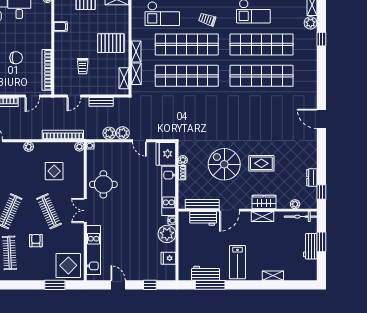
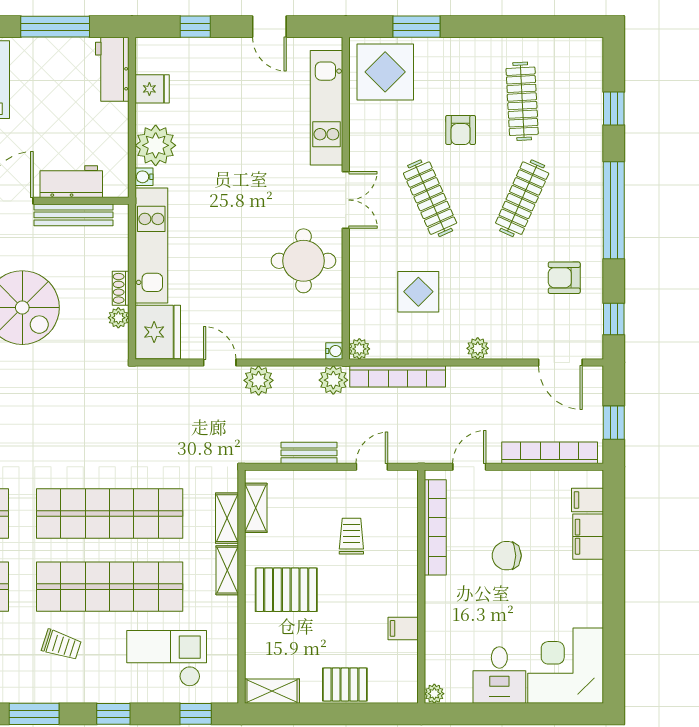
plant: (109, 133) -> (333, 380), moved
workbench: (206, 273) -> (112, 69), moved, turned 90

